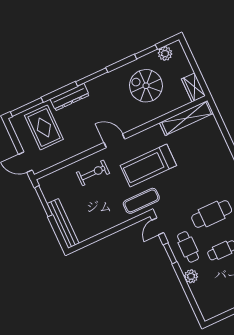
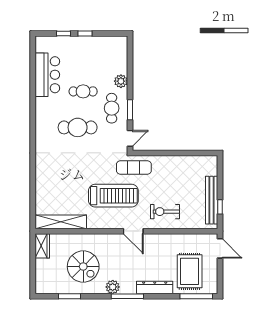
plant: (165, 54) -> (113, 287), moved
window: (43, 201) -> (220, 207), width x0.46
bench: (63, 223) -> (212, 200), moved

